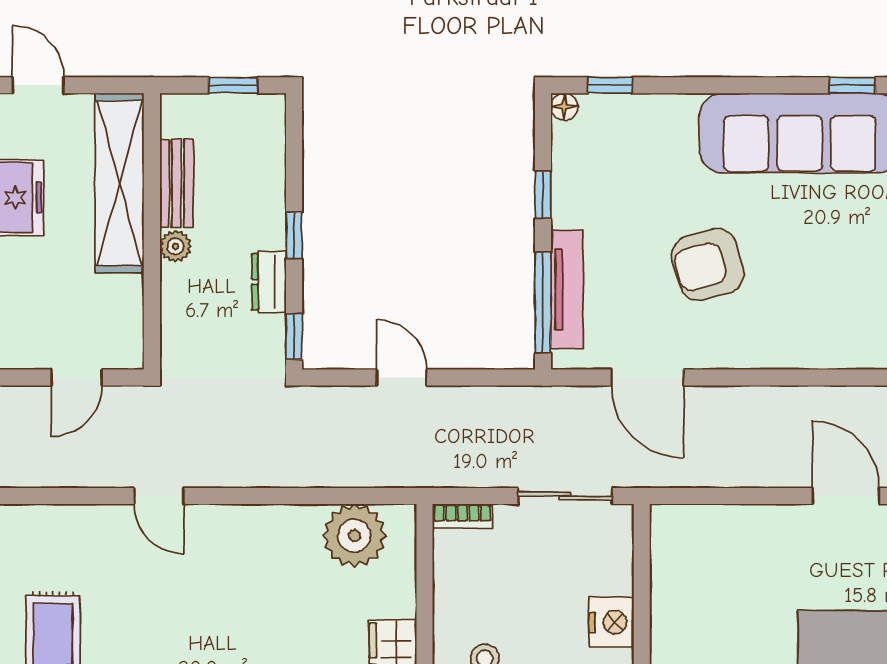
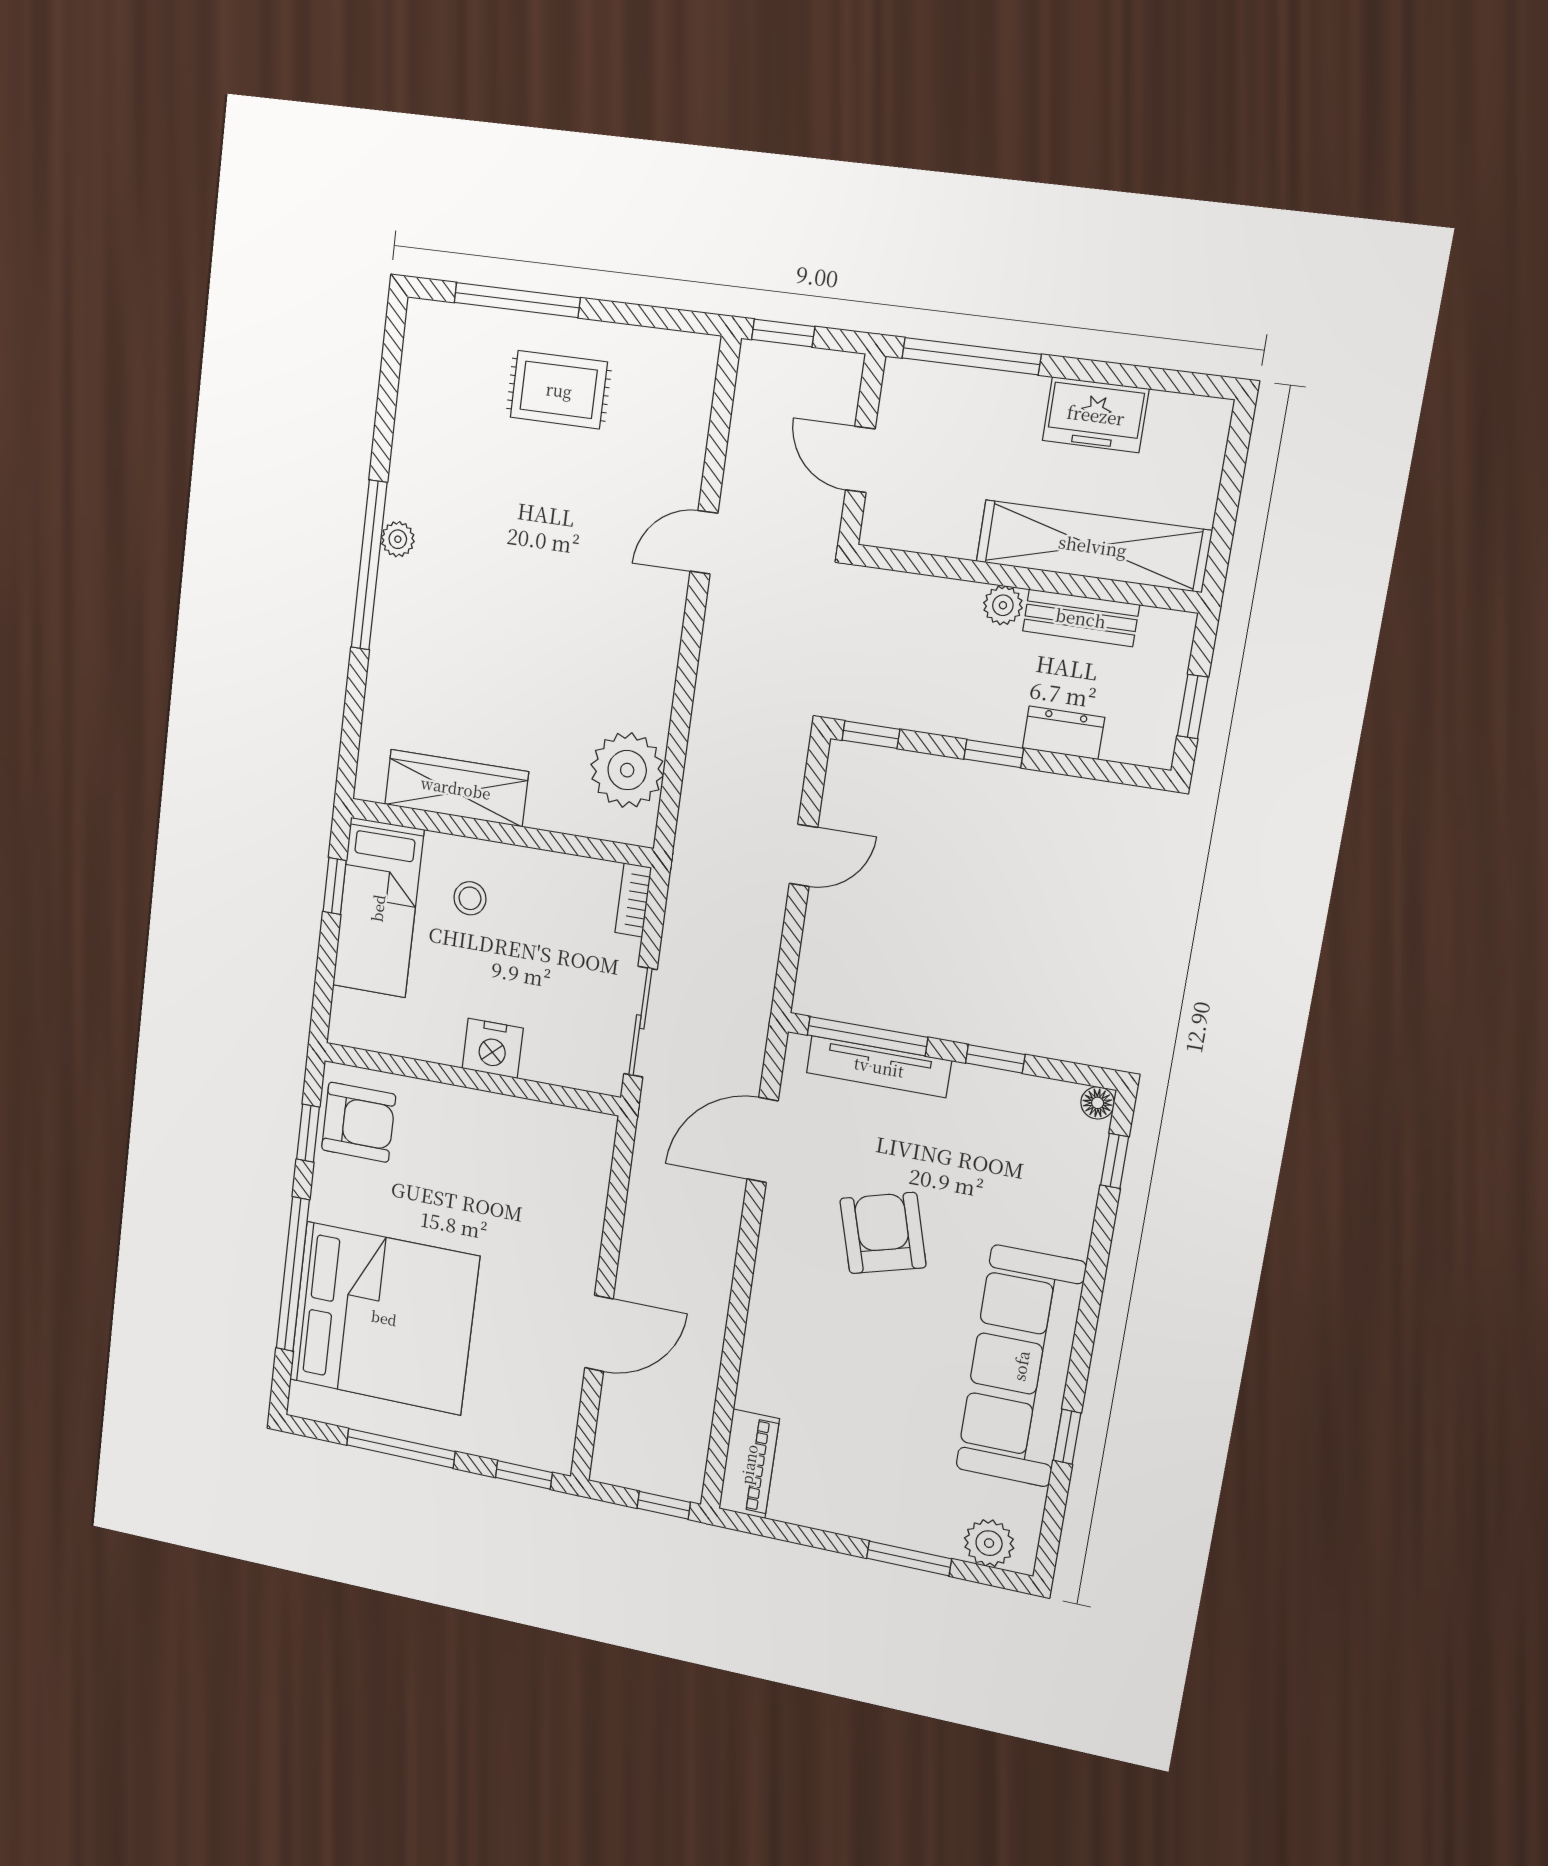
door: (38, 85) -> (1235, 458), removed
dresser: (269, 282) -> (1063, 733), moved

